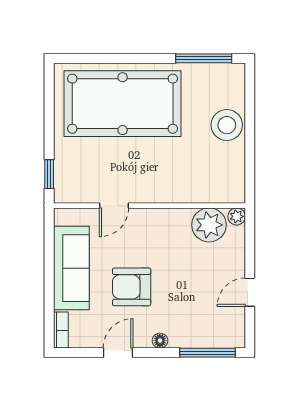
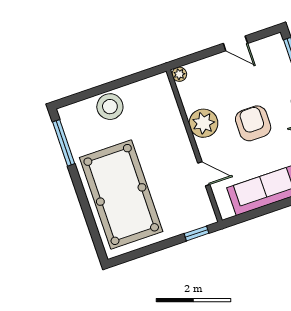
plant: (209, 225) -> (203, 123), moved
armchair: (132, 287) -> (253, 123), moved, turned 180

